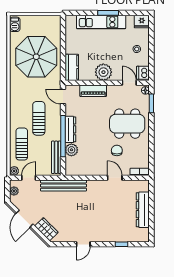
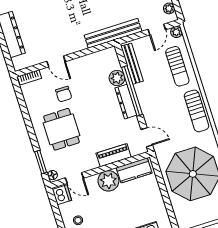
kitchen counter: (72, 67) -> (134, 170), moved, turned -90
sun lounger: (39, 118) -> (197, 111), moved
dining table: (127, 124) -> (62, 129), width x0.73

